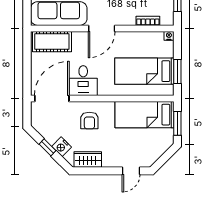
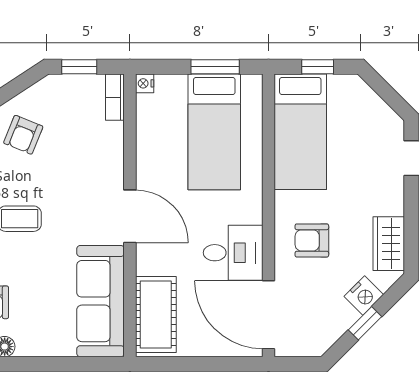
bookcase: (148, 21) -> (115, 97), moved
armchair: (89, 120) -> (312, 240), turned 180
window: (177, 123) -> (318, 67), width x0.67

